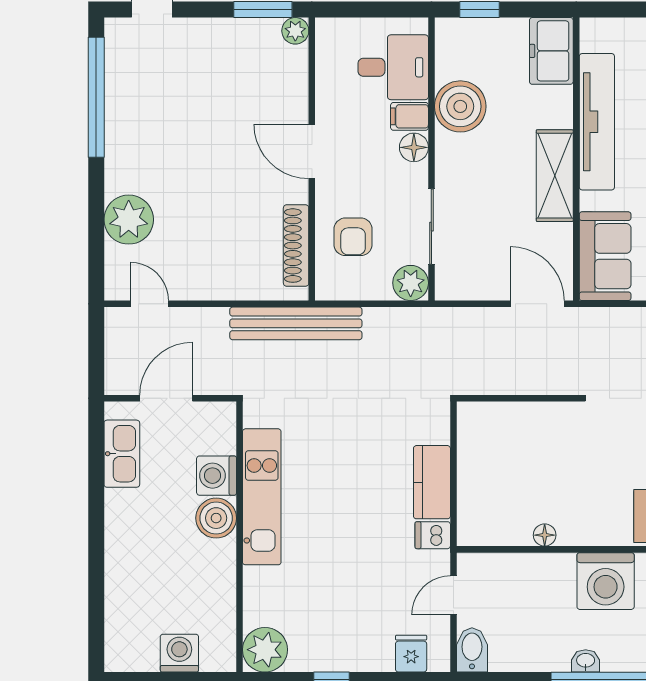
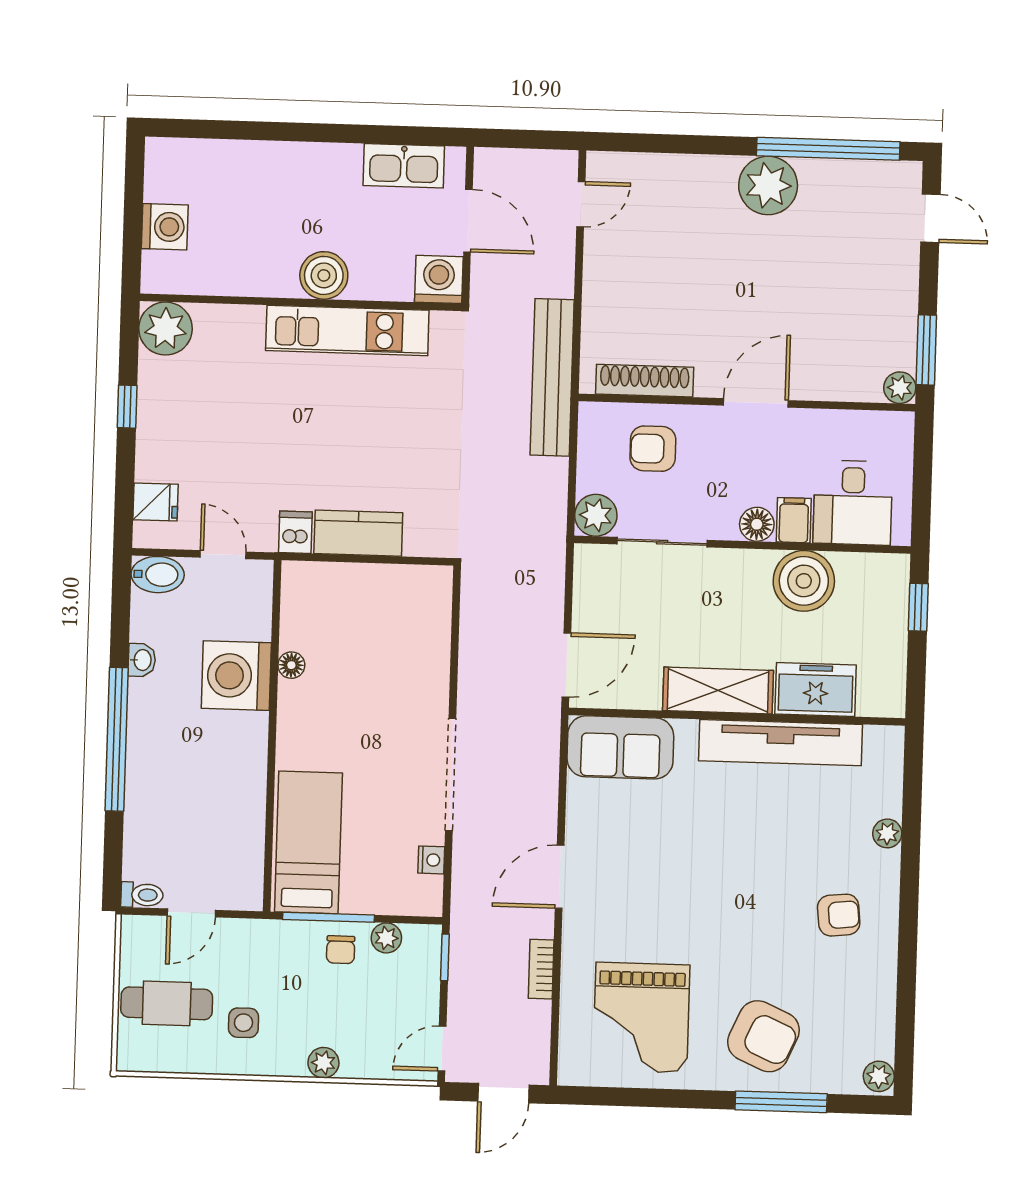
freezer: (551, 51) -> (816, 690), moved
plant: (129, 220) -> (768, 185), moved
washing machine: (216, 476) -> (439, 279), moved
washing machine: (606, 581) -> (236, 676), moved
washbasin: (586, 661) -> (142, 660), moved

